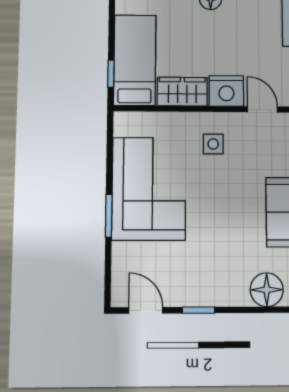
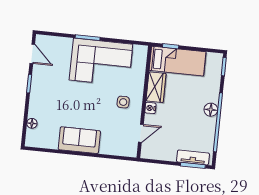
nightstand: (226, 91) -> (150, 108), width x0.53, depth x0.56
floor lamp: (267, 290) -> (32, 123), width x0.53, depth x0.53
door: (146, 310) -> (32, 54), hinge flipped

